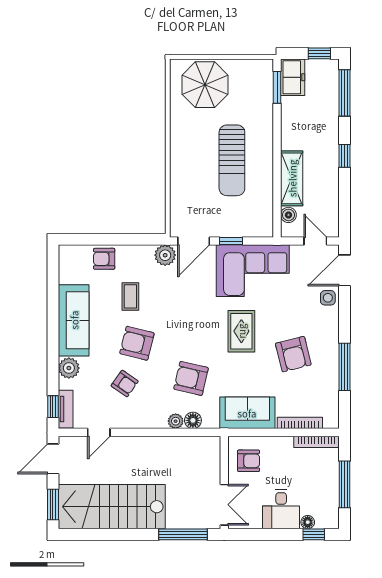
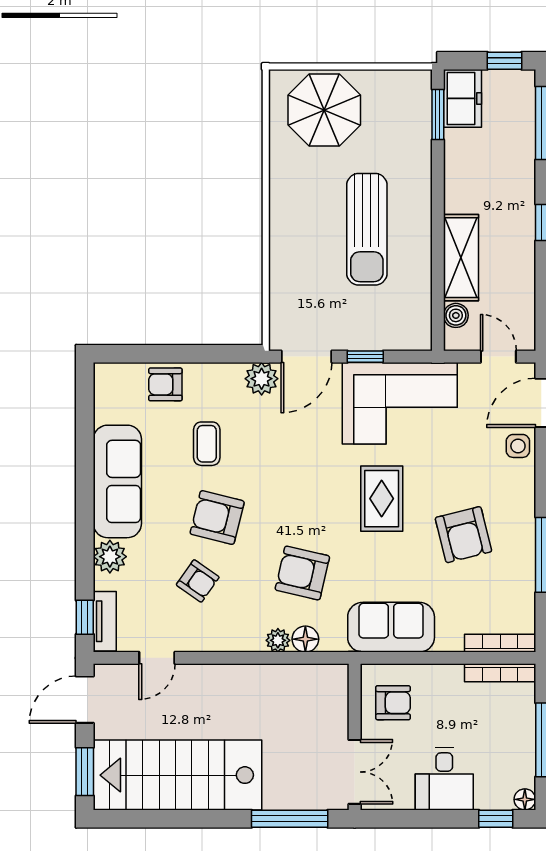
bookcase: (300, 423) -> (500, 643), moved
floor lamp: (308, 522) -> (525, 799), moved

